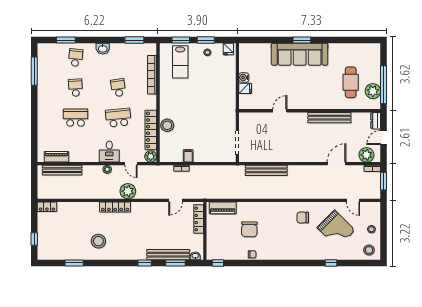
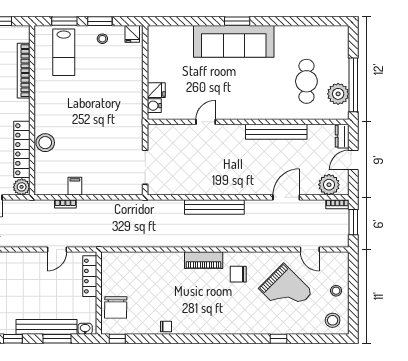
water cooler: (244, 78) -> (154, 106), moved
bench: (266, 170) -> (214, 207), moved
piano: (223, 208) -> (204, 260), moved
chair: (249, 229) -> (116, 307), moved

